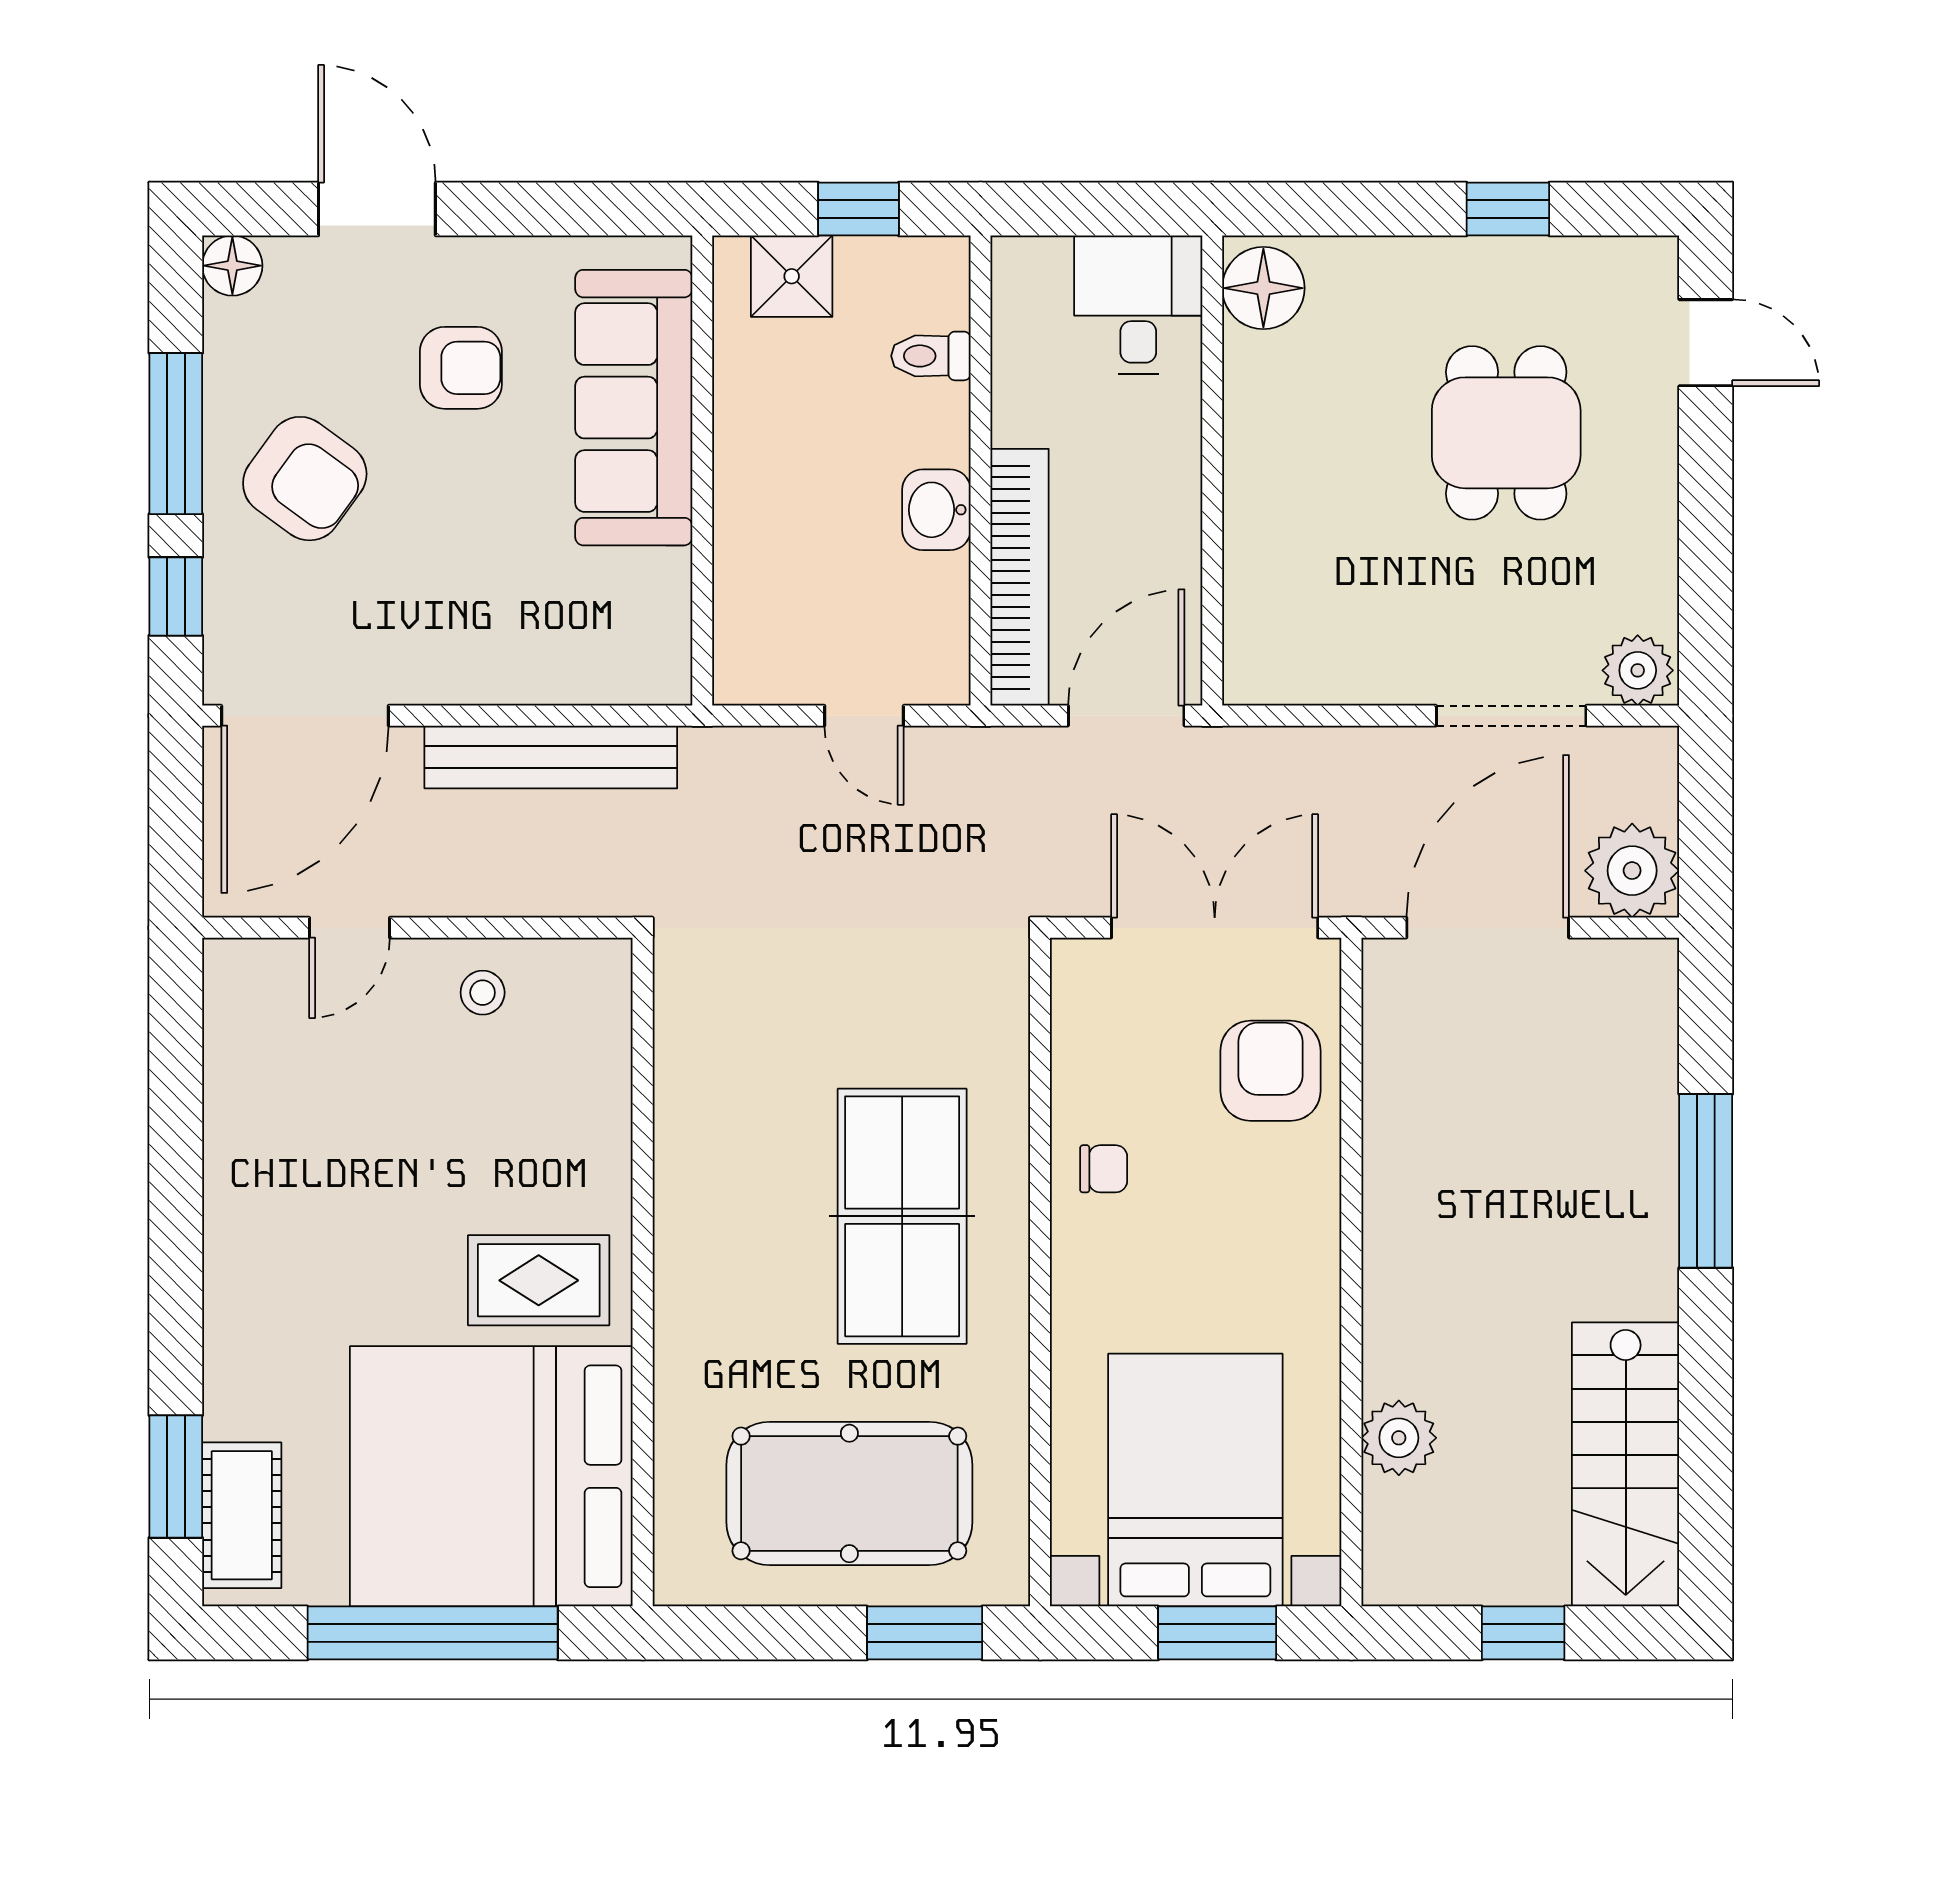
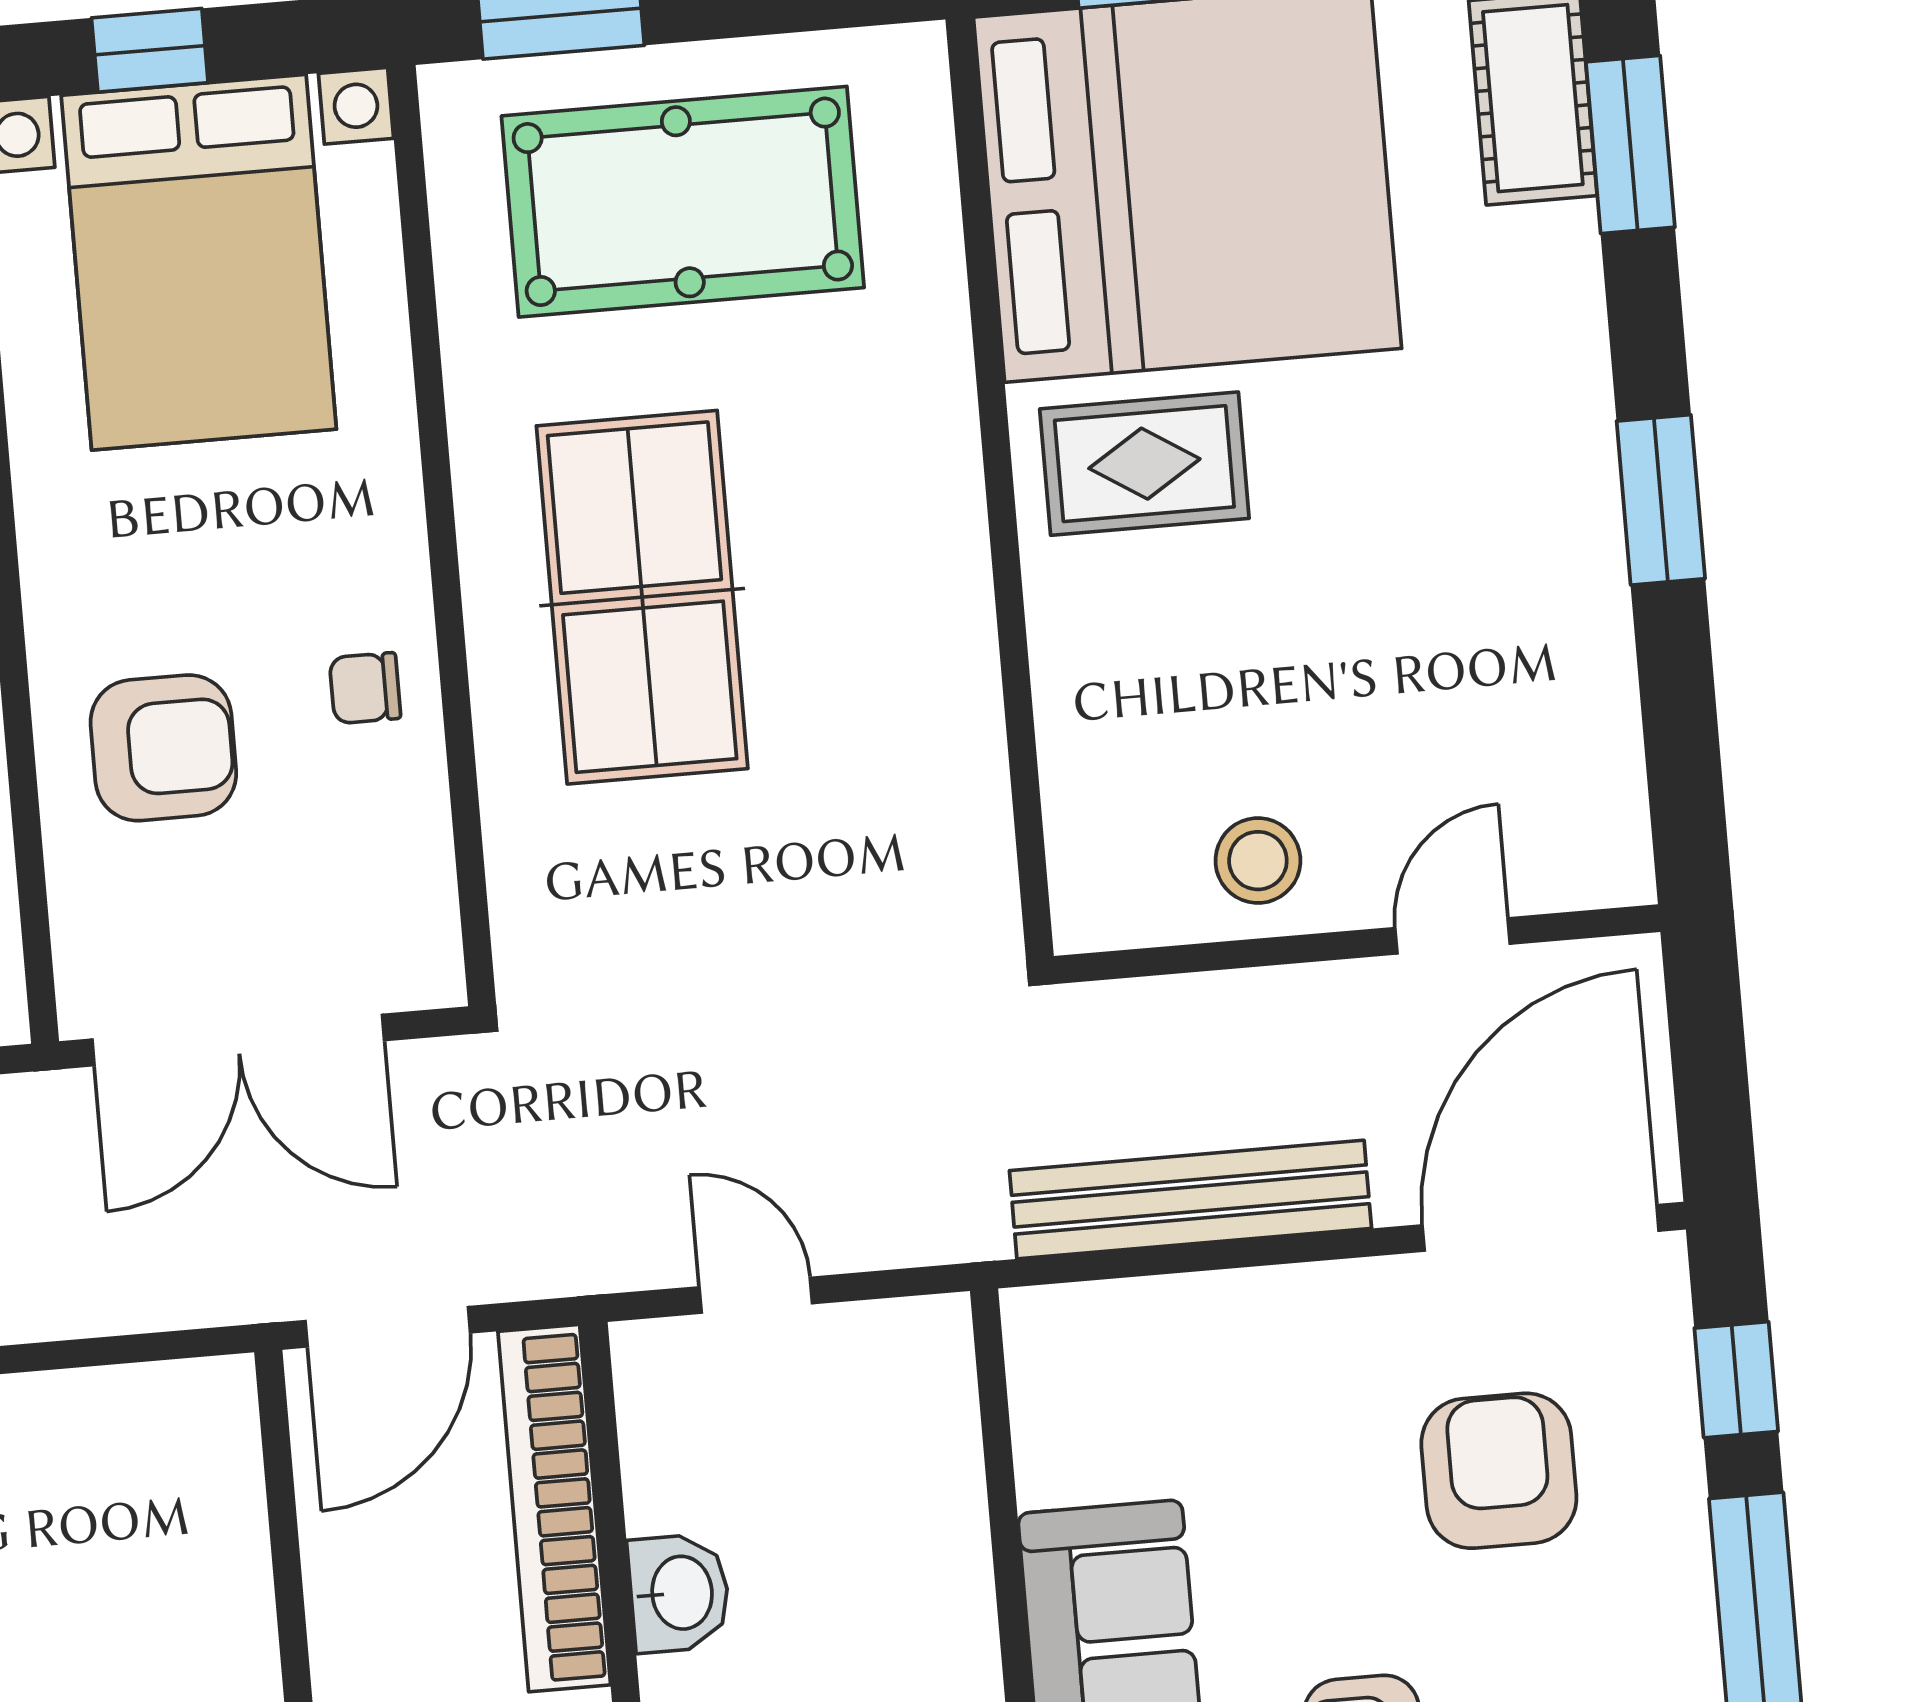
armchair: (305, 479) -> (1499, 1471), moved, turned 54
stool: (483, 993) -> (1258, 861), width x1.37, depth x1.37
armchair: (1270, 1071) -> (163, 748), moved, turned -90
window: (176, 1223) -> (1661, 500), added
window: (1217, 1633) -> (150, 50), width x0.67

